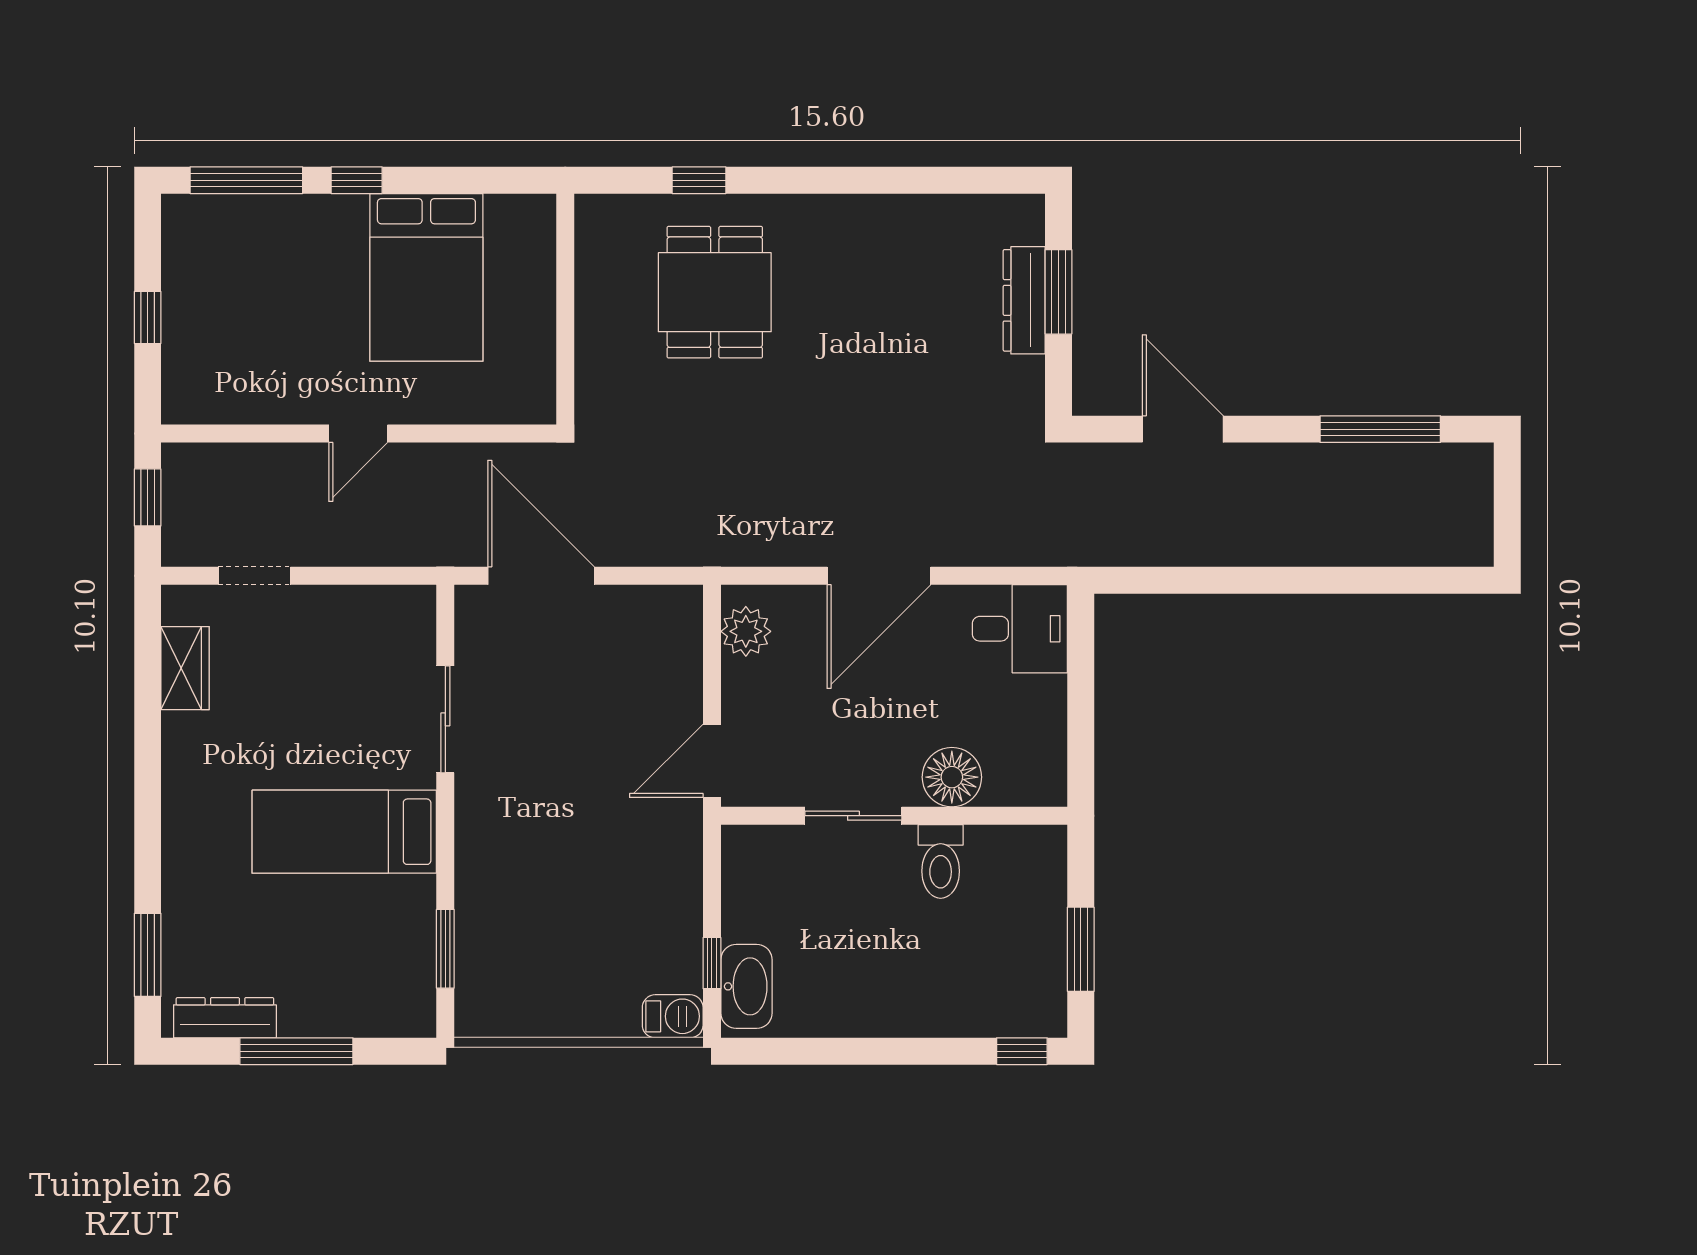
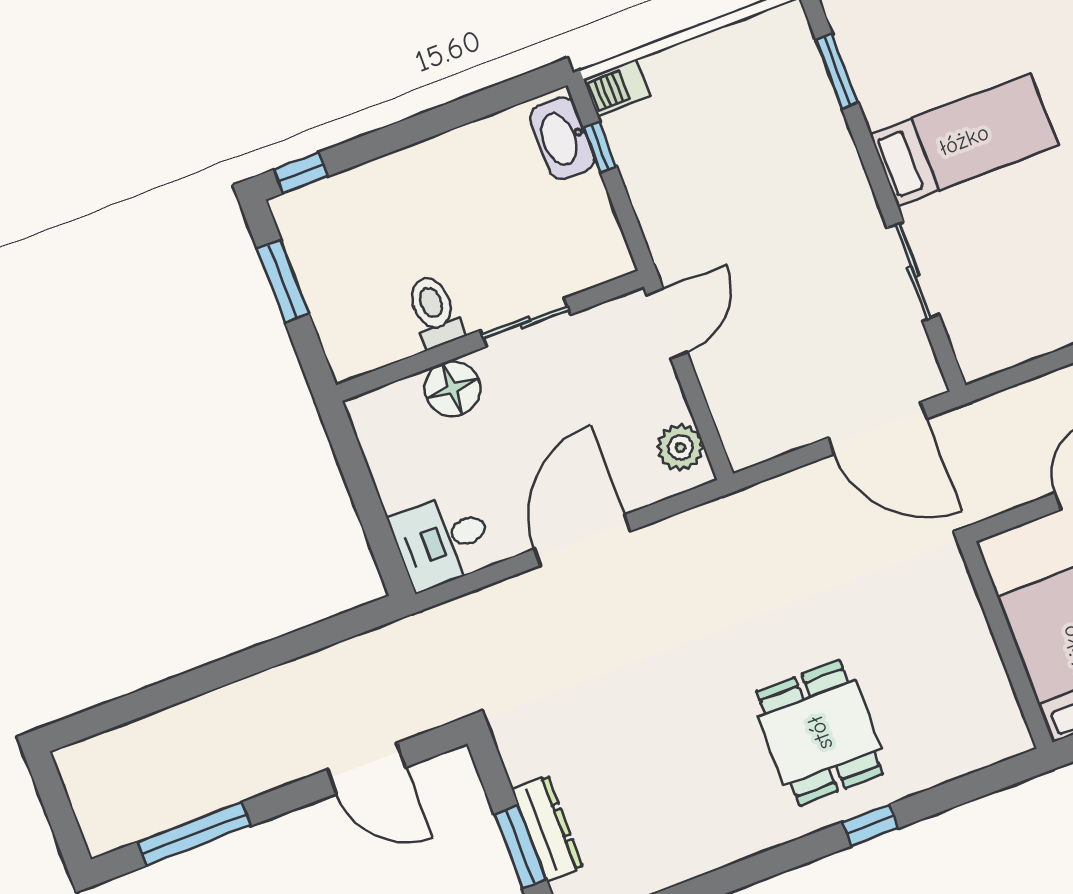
wall: (565, 309) -> (1006, 645), moved

